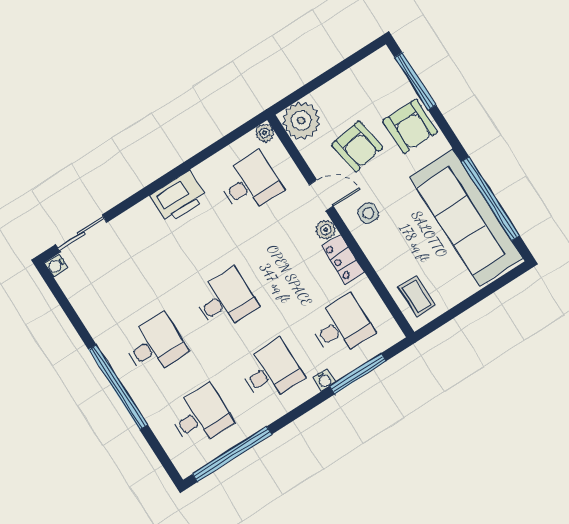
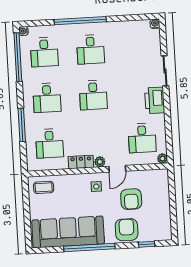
window: (415, 81) -> (147, 244), width x0.46
plant: (301, 121) -> (158, 179), removed
armchair: (410, 126) -> (127, 230), turned 90
armchair: (357, 146) -> (131, 199), turned -81
window: (490, 199) -> (89, 248), moved
sliding door: (81, 233) -> (165, 71), moved
window: (358, 374) -> (22, 125), moved
water cooler: (324, 380) -> (23, 31), moved

